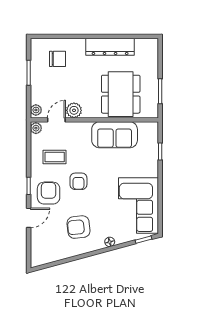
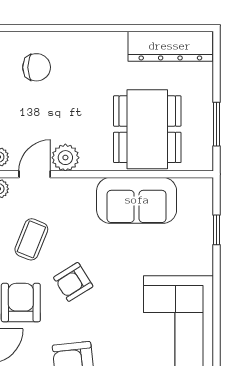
dresser: (110, 47) -> (170, 46), moved
coffee table: (55, 157) -> (31, 239), turned -68
armchair: (78, 181) -> (73, 282), turned 58

